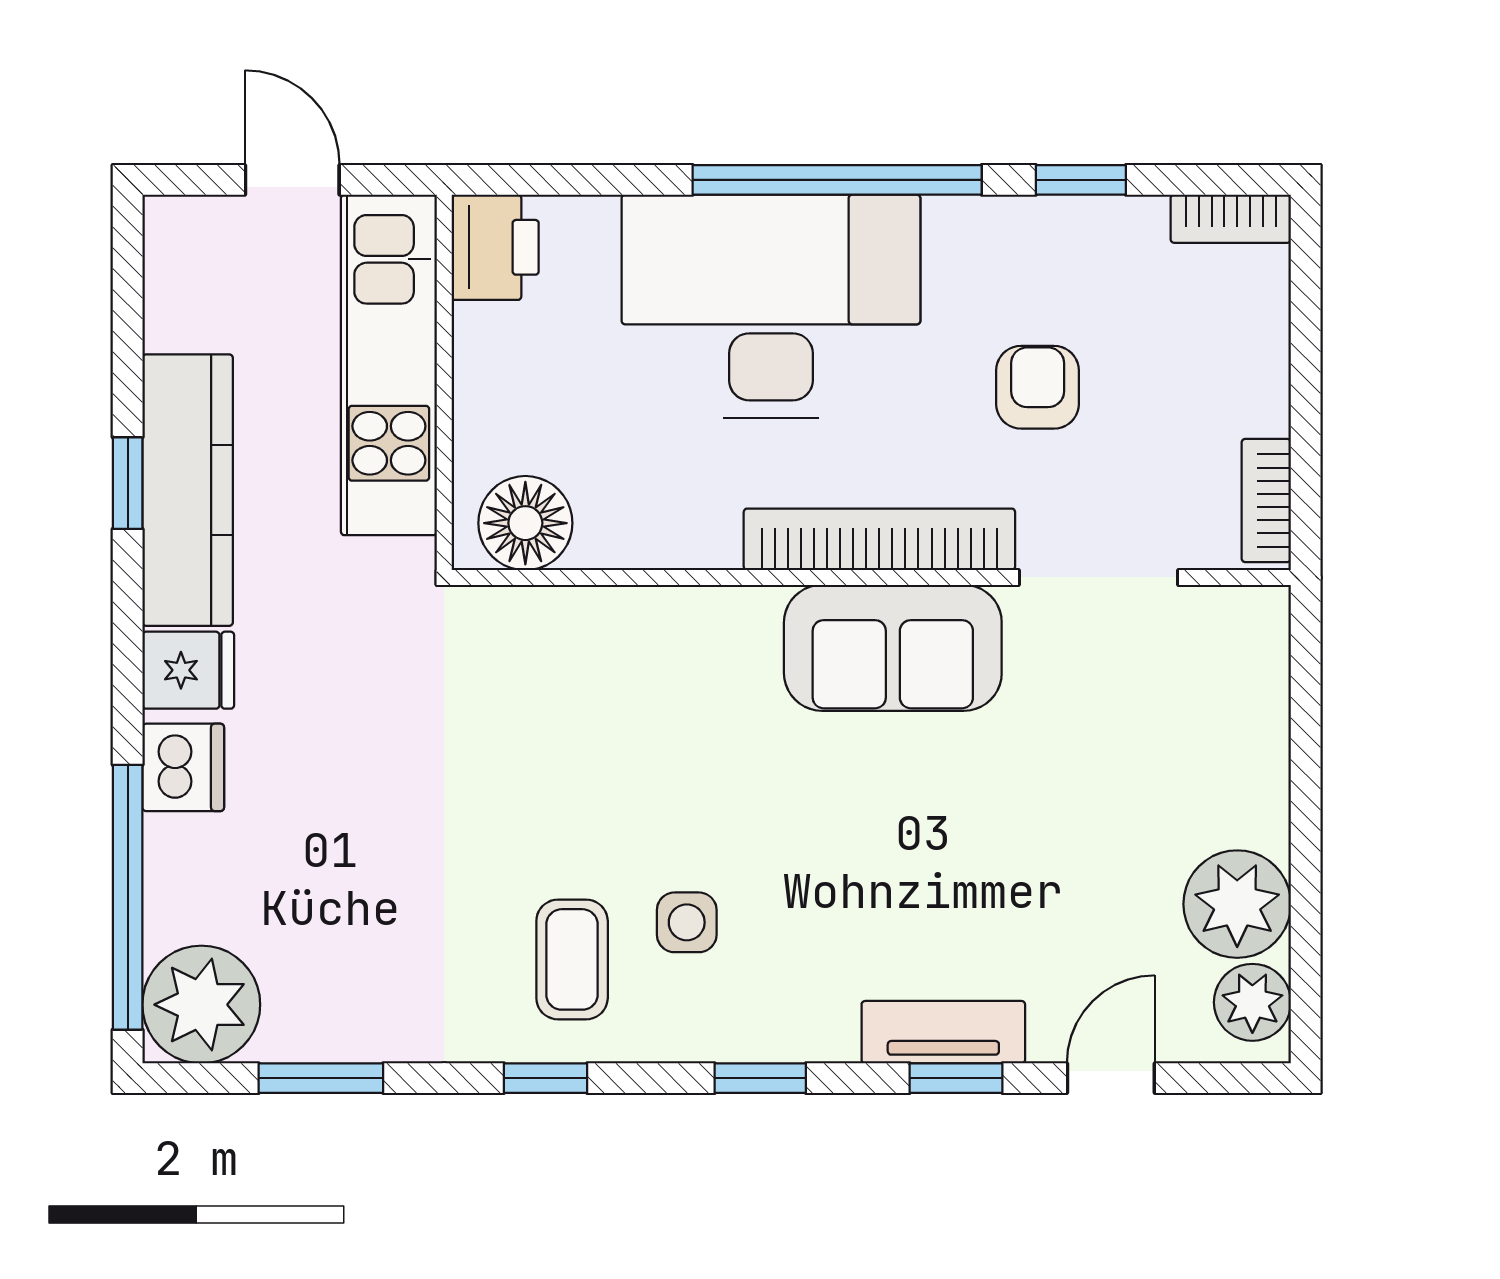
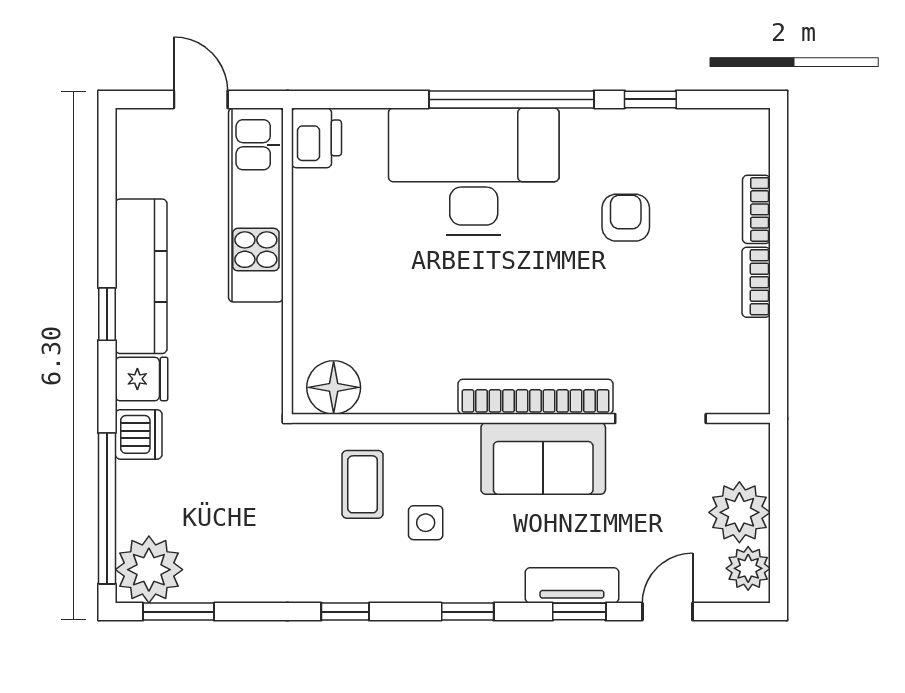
bookcase: (1231, 219) -> (756, 209), moved, turned 90
window: (128, 483) -> (107, 314), moved
floor lamp: (525, 523) -> (334, 387), moved
bookcase: (879, 539) -> (536, 397), moved
wall: (871, 577) -> (531, 418), moved
doorway: (1098, 577) -> (660, 418), moved
sofa: (893, 648) -> (543, 459), moved
coffee table: (572, 959) -> (363, 484), moved
window: (321, 1078) -> (178, 612), moved

